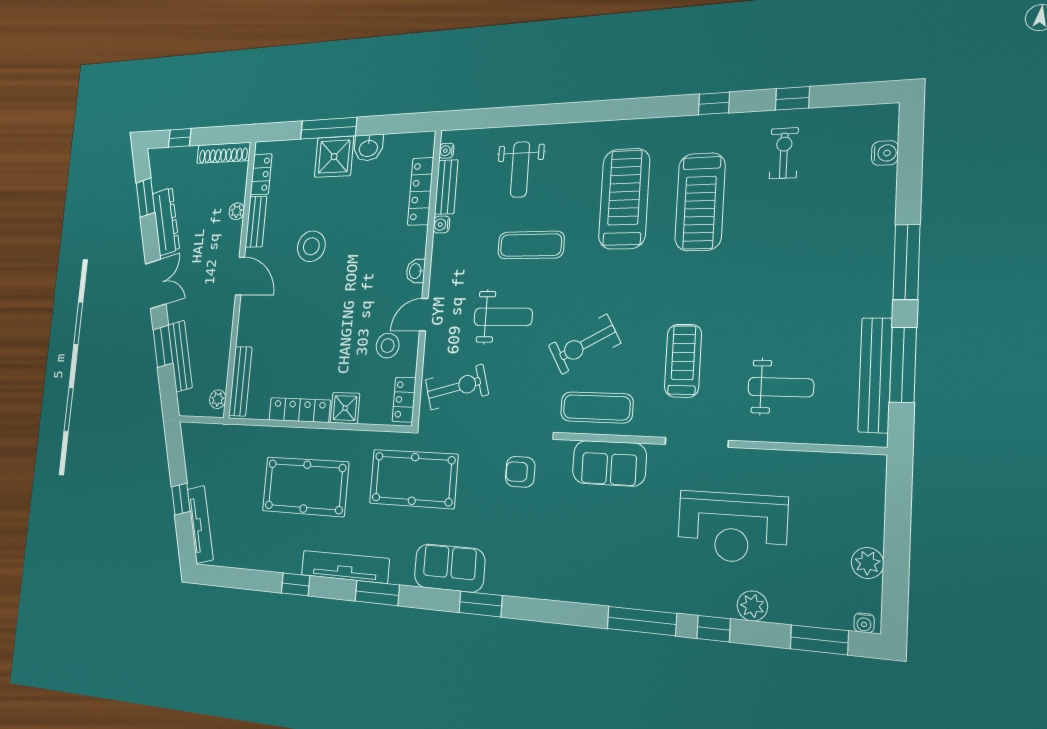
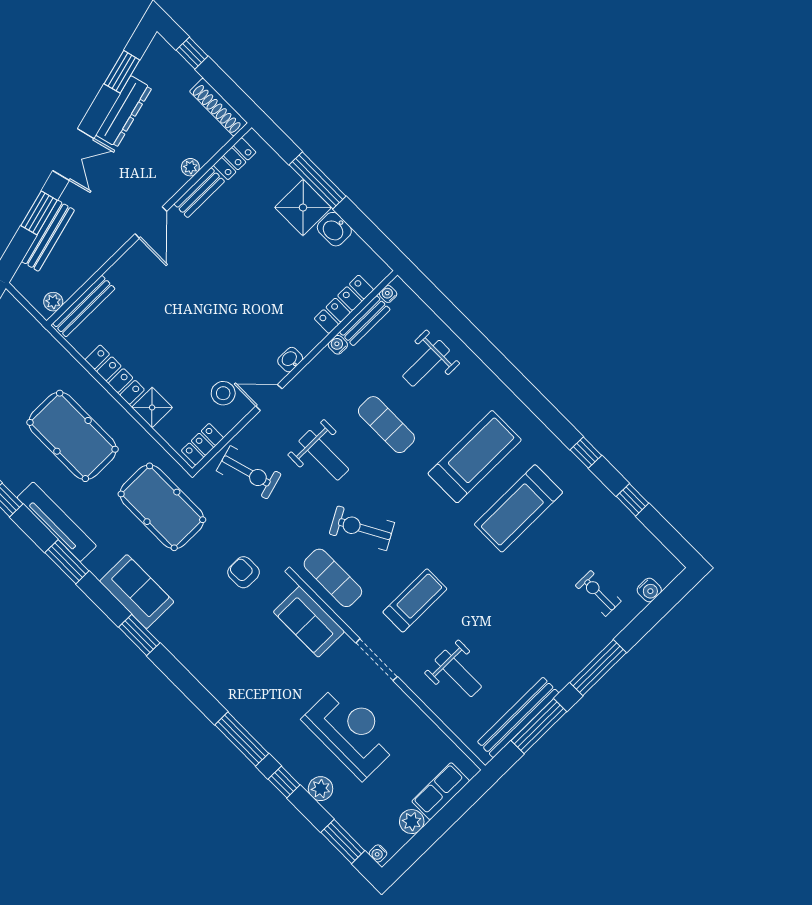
exercise bike: (784, 153) -> (598, 593), moved, turned -90
stool: (311, 246) -> (227, 259), removed
row of seats: (868, 509) -> (441, 791), added
reception desk: (732, 527) -> (351, 731), turned 180

